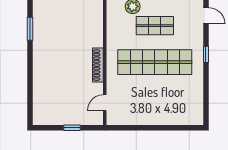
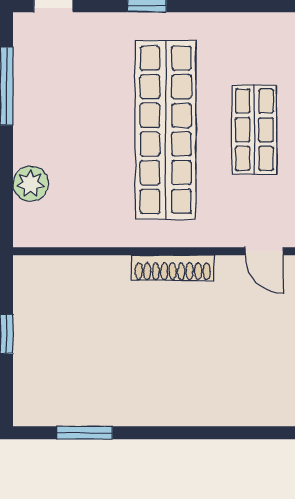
shop shelf: (155, 26) -> (254, 130), moved

